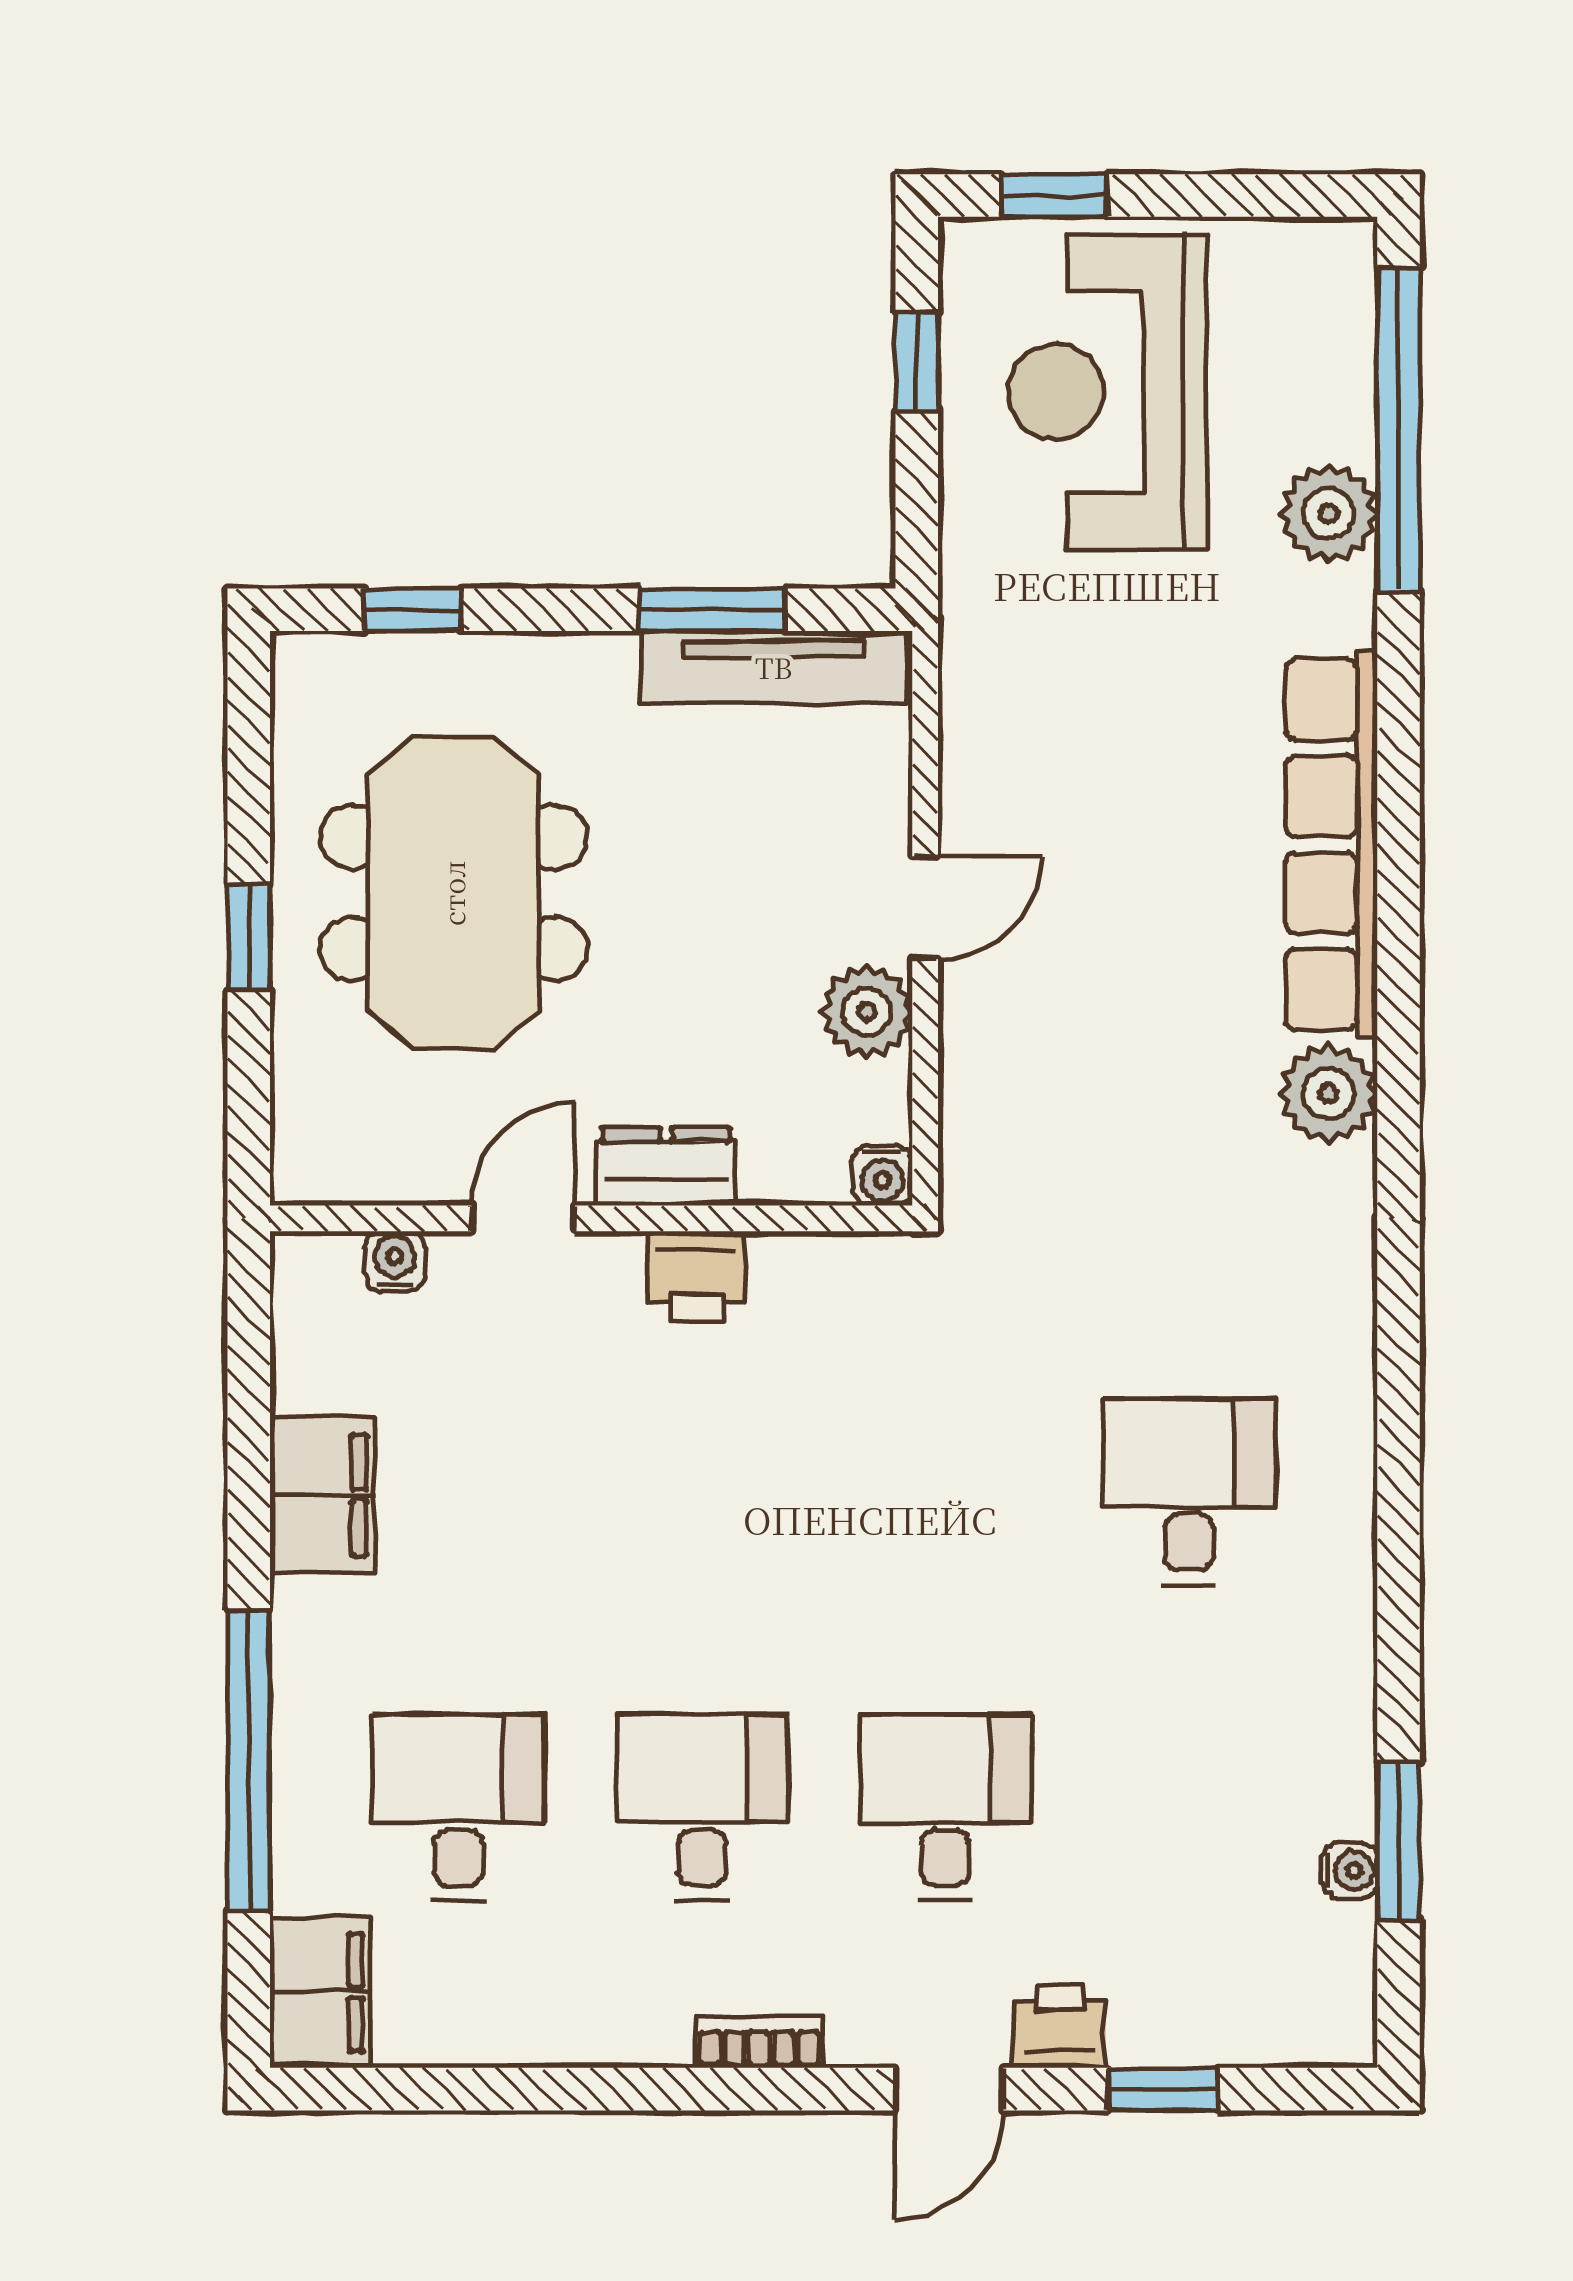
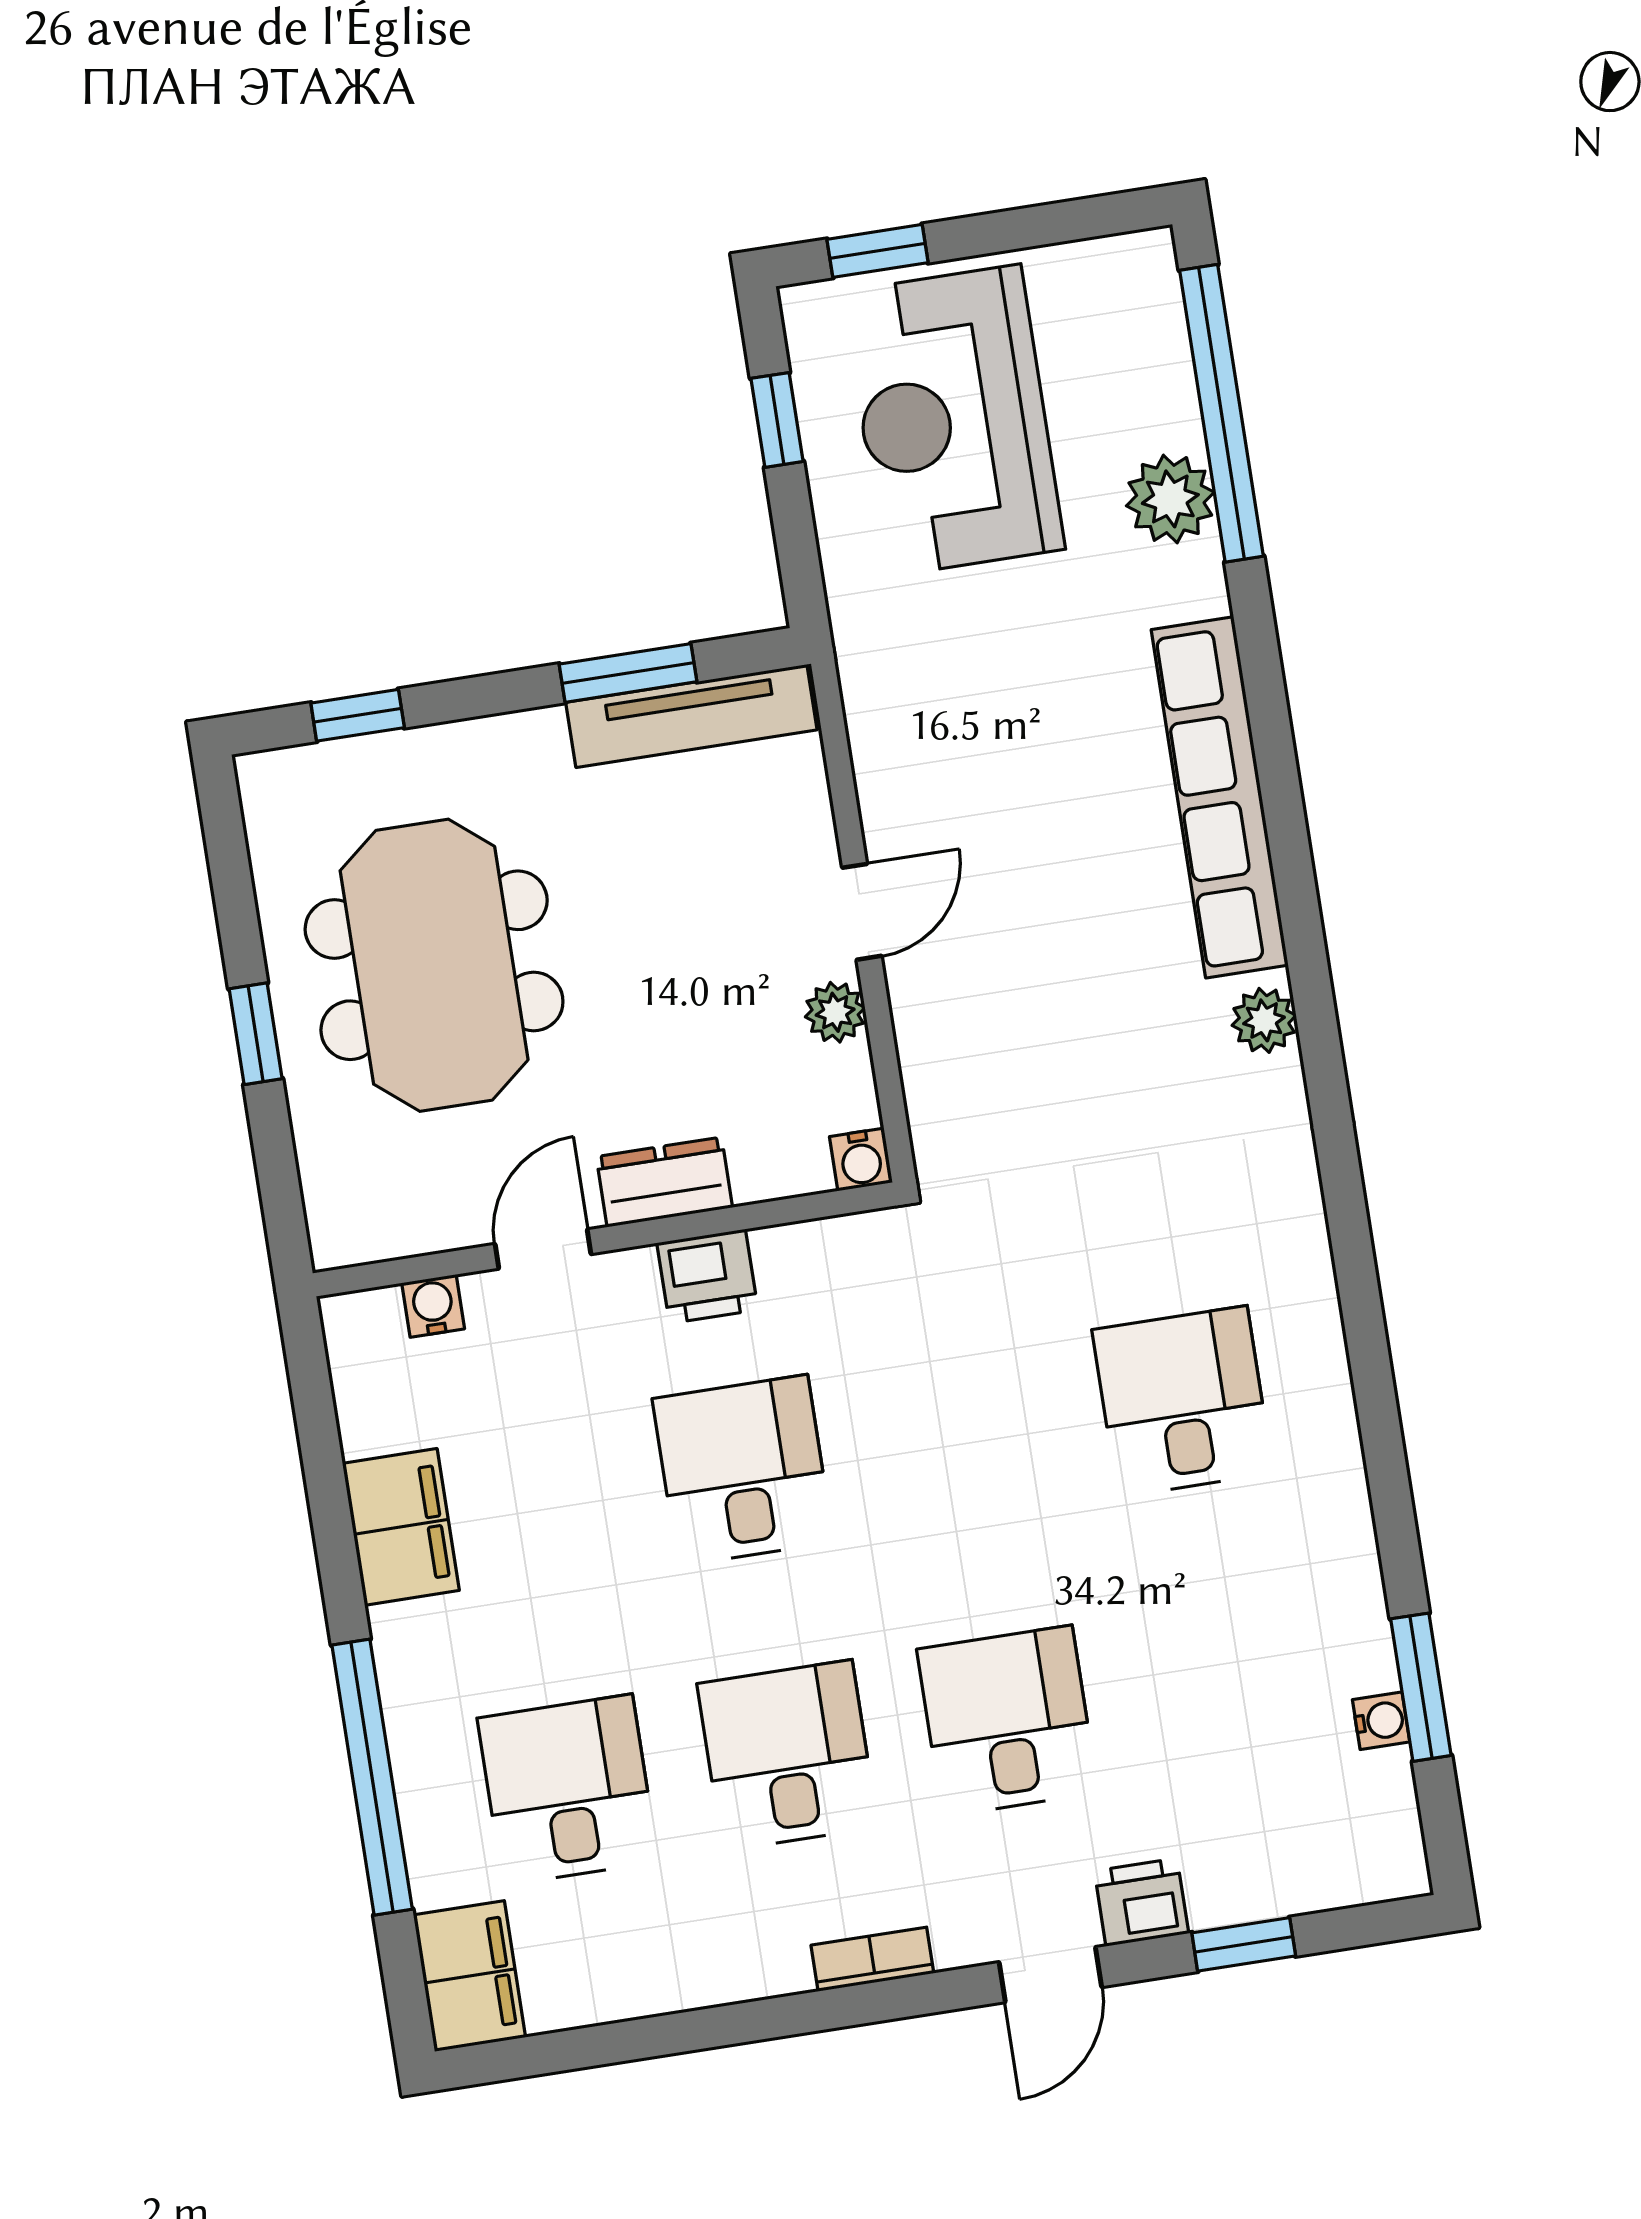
plant: (867, 1012) -> (835, 1012), width x0.73, depth x0.73
plant: (1328, 1093) -> (1264, 1020), width x0.73, depth x0.73
desk: (702, 1492) -> (743, 1470), added

